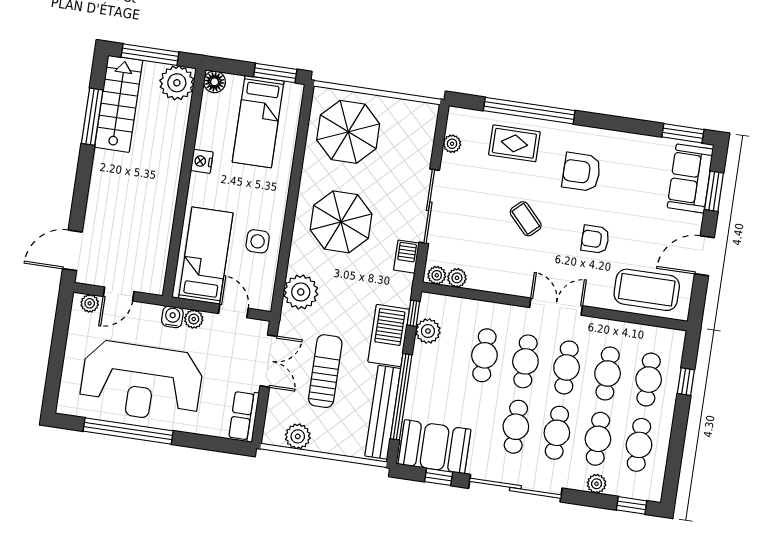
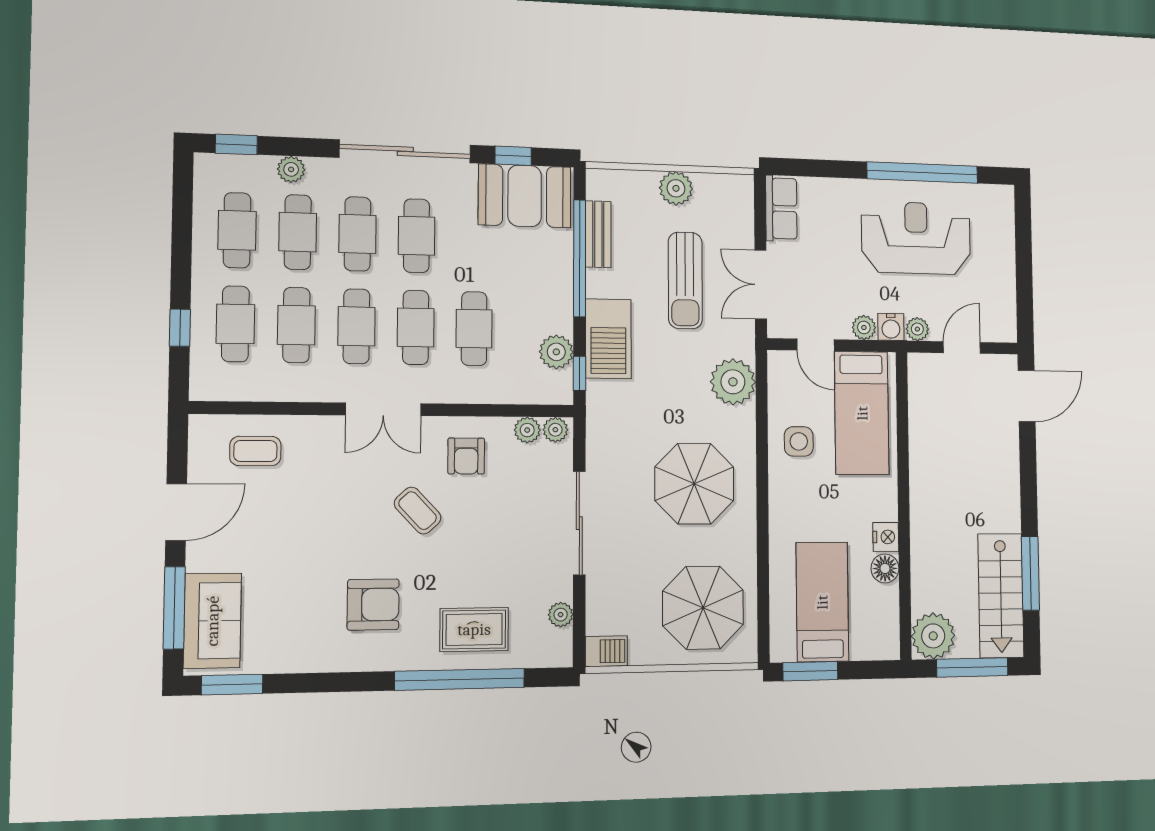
floor lamp: (215, 82) -> (885, 568), moved
window: (714, 191) -> (174, 608), width x1.44
coffee table: (526, 219) -> (418, 511), moved
armchair: (595, 239) -> (466, 456), moved, turned 90
barbecue: (406, 257) -> (606, 651), moved, turned -90
coffee table: (647, 290) -> (255, 451), width x0.54, depth x0.58
plant: (90, 303) -> (917, 329), moved
reception desk: (141, 382) -> (916, 238), width x0.74, depth x0.77
bench: (383, 412) -> (598, 234), width x0.54, depth x0.82
plant: (298, 436) -> (676, 188), moved

